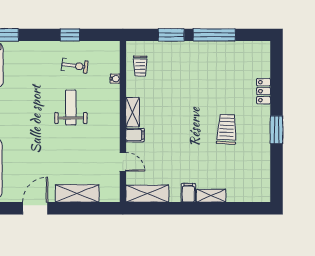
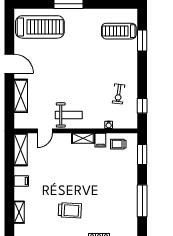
window: (70, 35) -> (142, 106), moved
window: (171, 35) -> (142, 155), moved
weight bench: (71, 108) -> (69, 115), moved
filing cabinet: (135, 135) -> (100, 140), moved
shelving: (211, 196) -> (19, 212), moved

